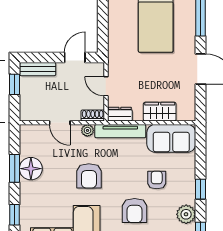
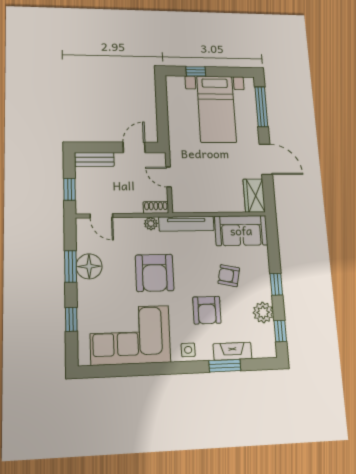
window: (15, 84) -> (69, 189), moved
wardrobe: (160, 112) -> (254, 196), moved, turned -90
dresser: (120, 114) -> (185, 206), removed
door: (60, 123) -> (101, 216), moved
armchair: (89, 176) -> (155, 273), width x1.36, depth x1.36
armchair: (157, 180) -> (229, 276), turned -78

